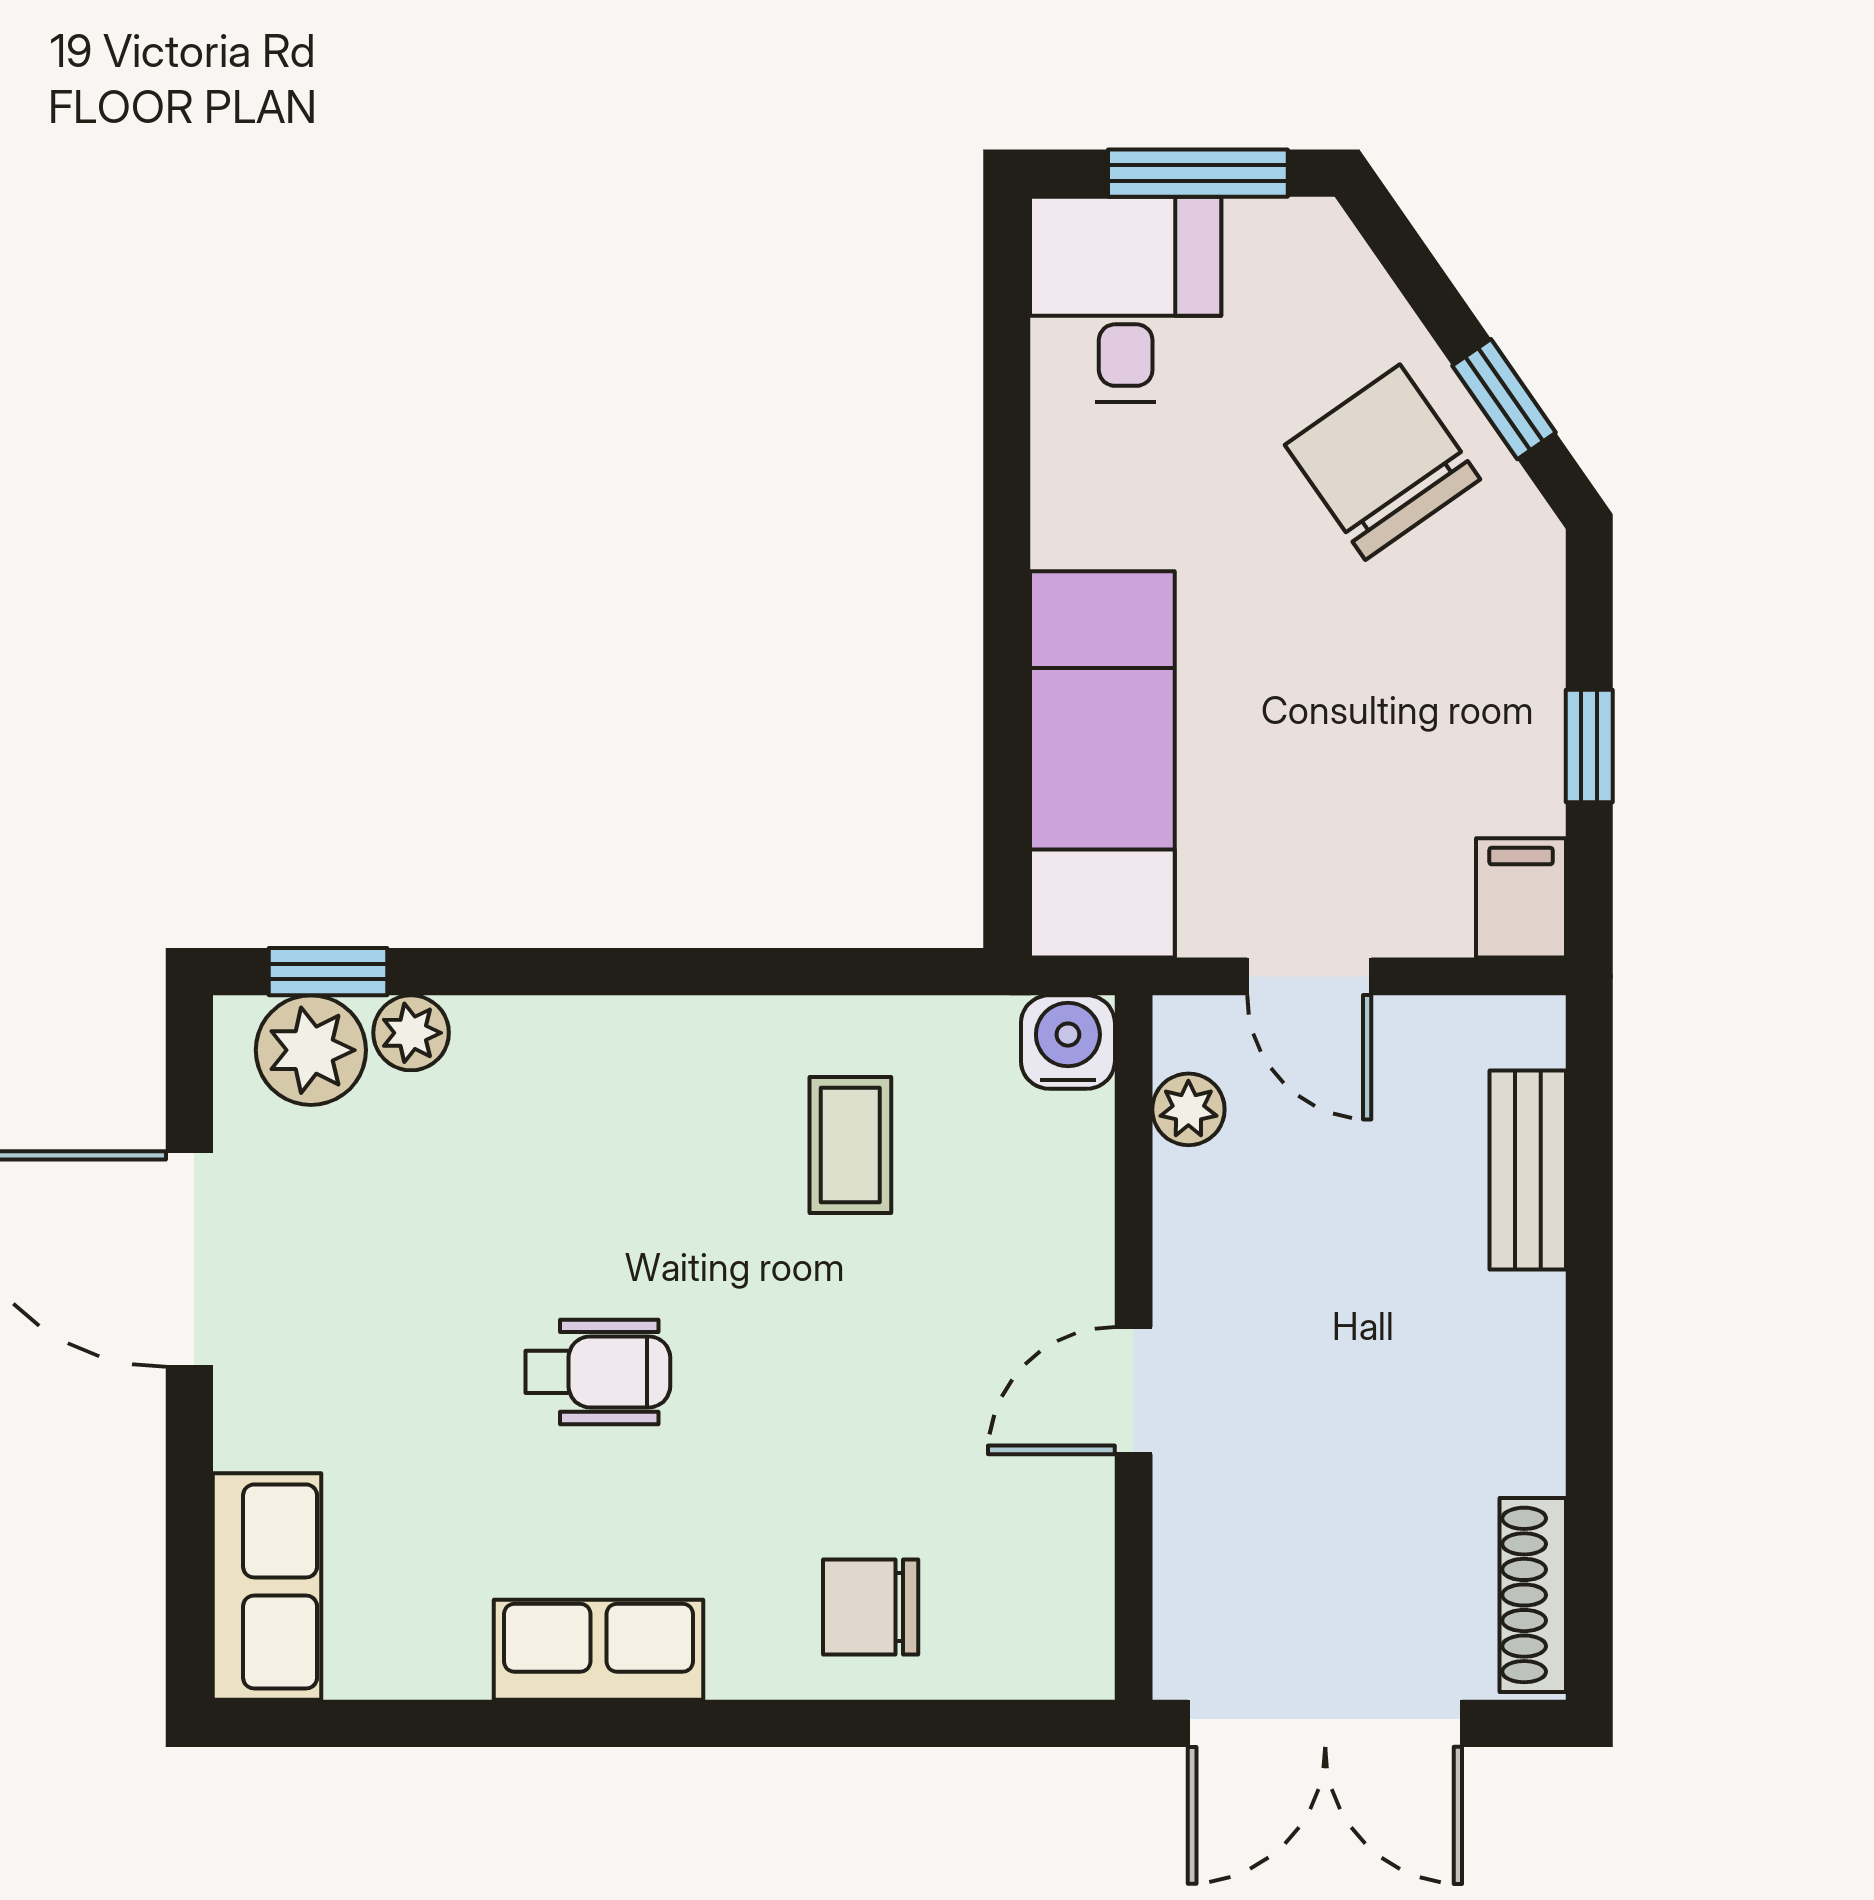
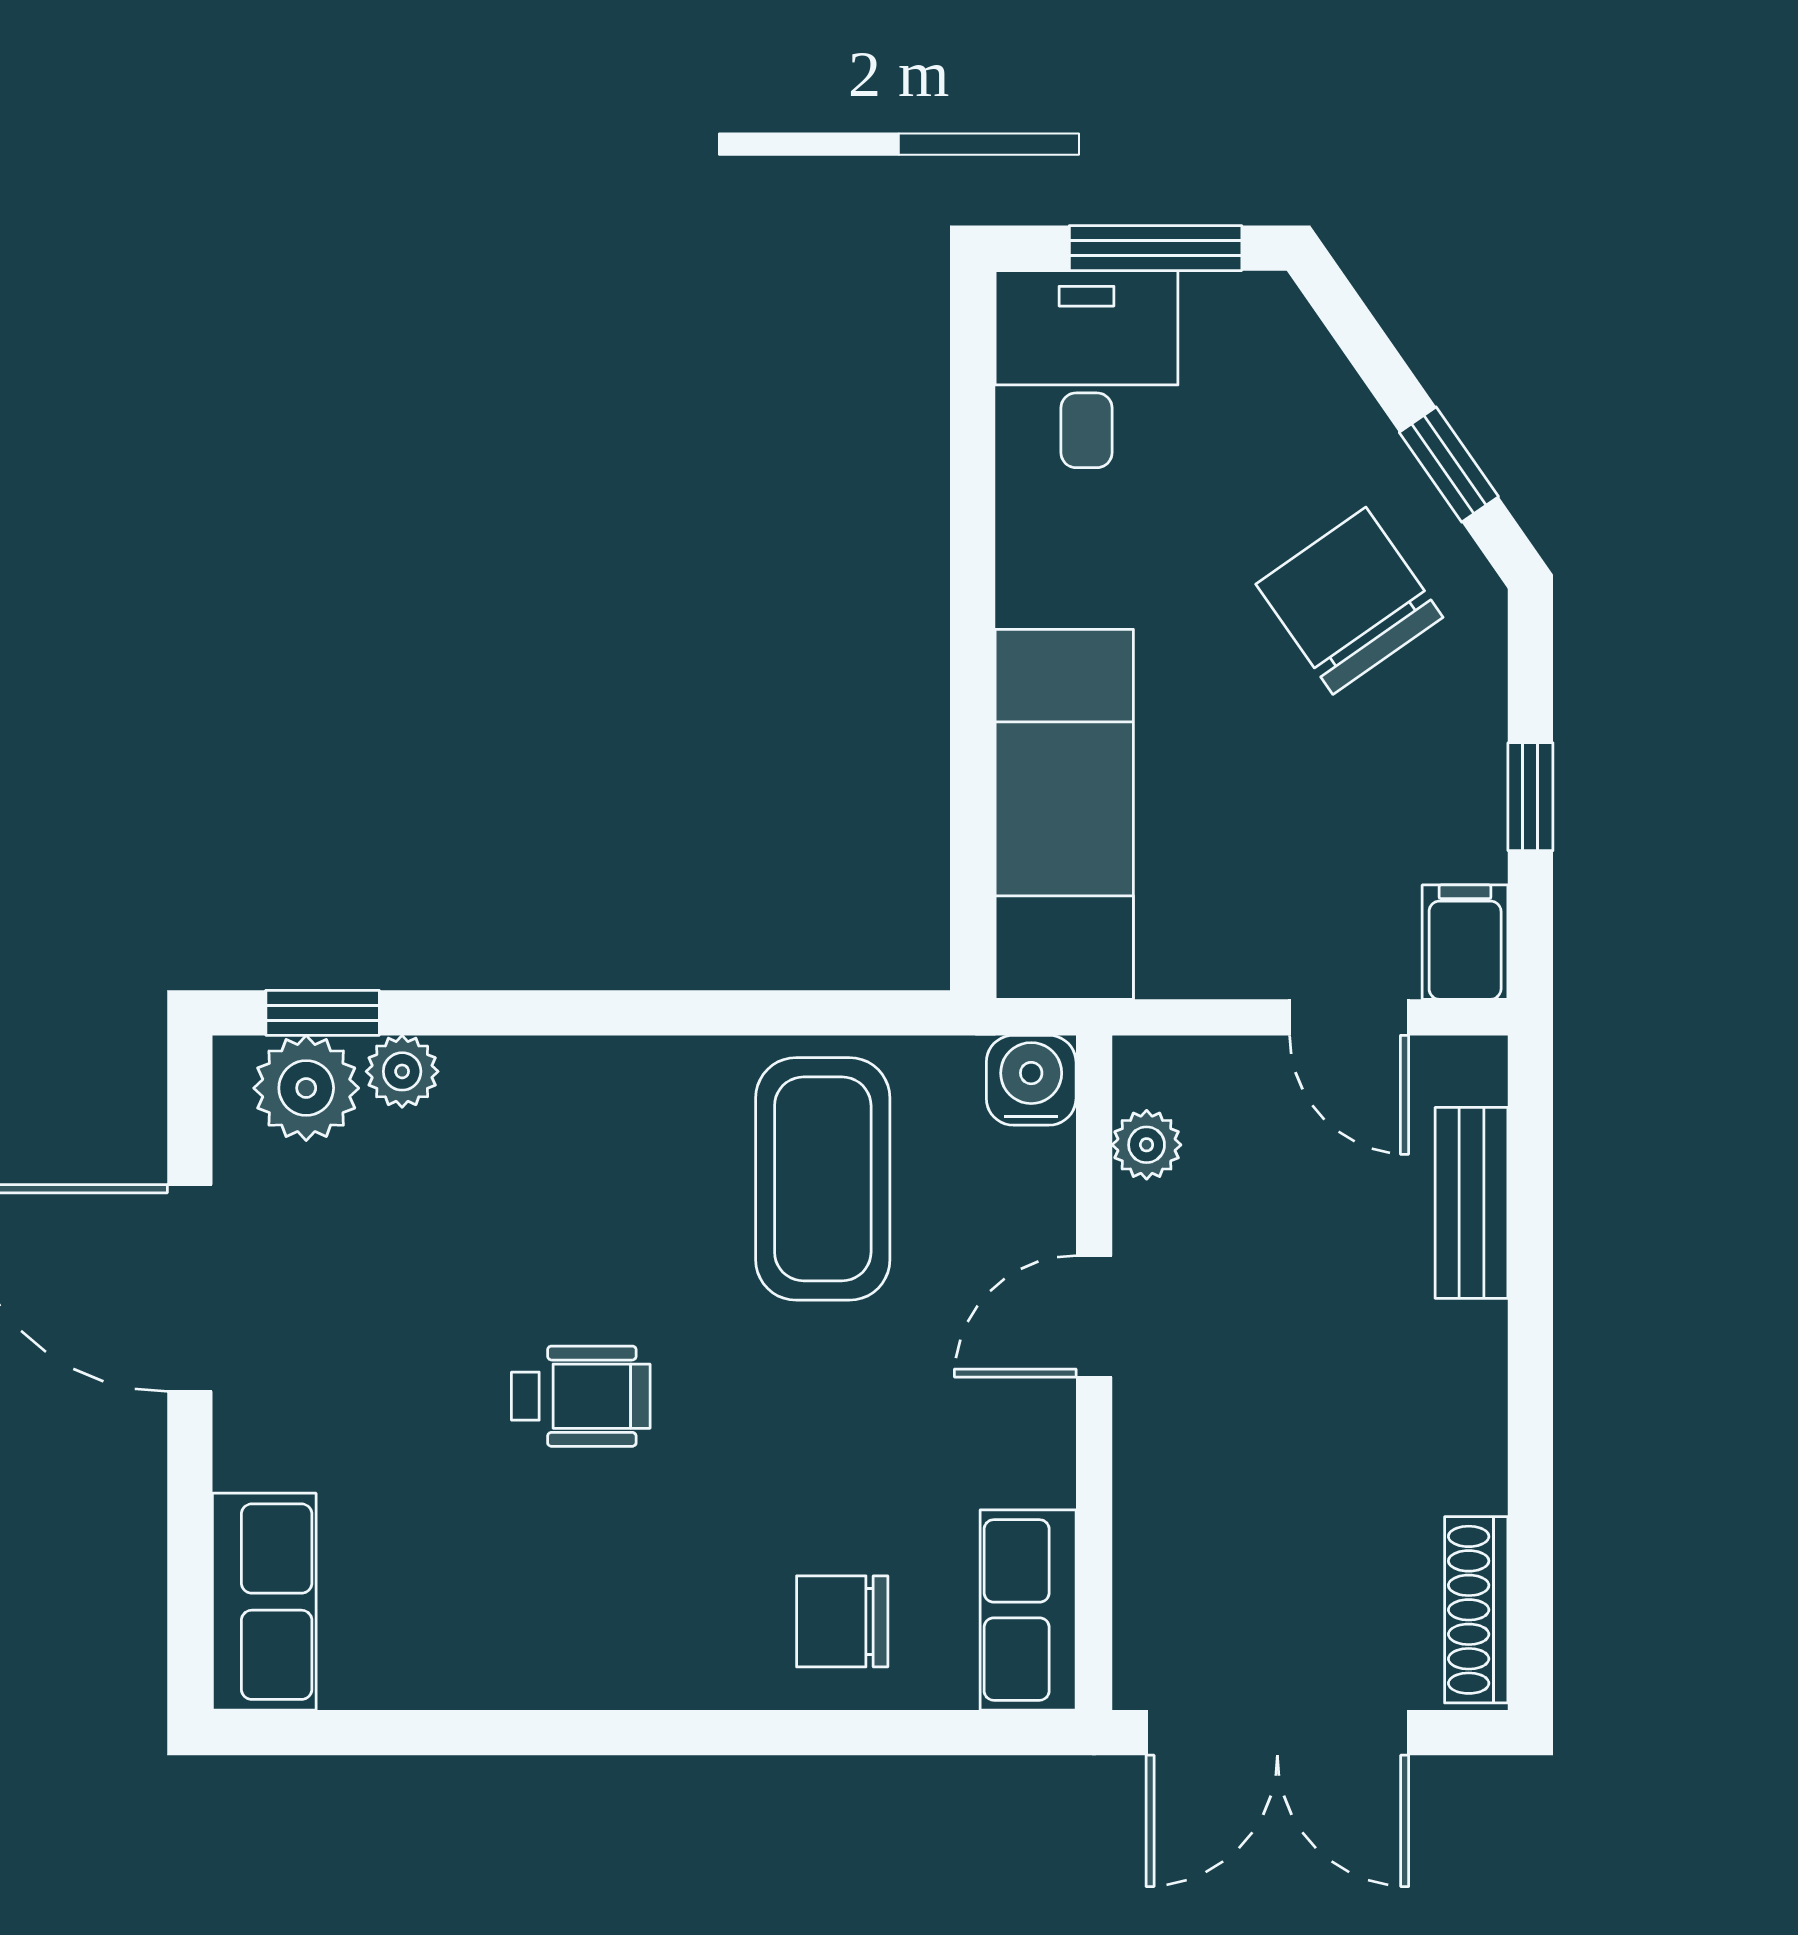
chair: (1383, 462) -> (1349, 601), moved
door: (1309, 976) -> (1349, 1017), moved
coffee table: (850, 1145) -> (823, 1179), width x1.86, depth x1.72
door: (1134, 1391) -> (1094, 1316), moved
row of seats: (599, 1650) -> (1028, 1610), moved, turned -90

